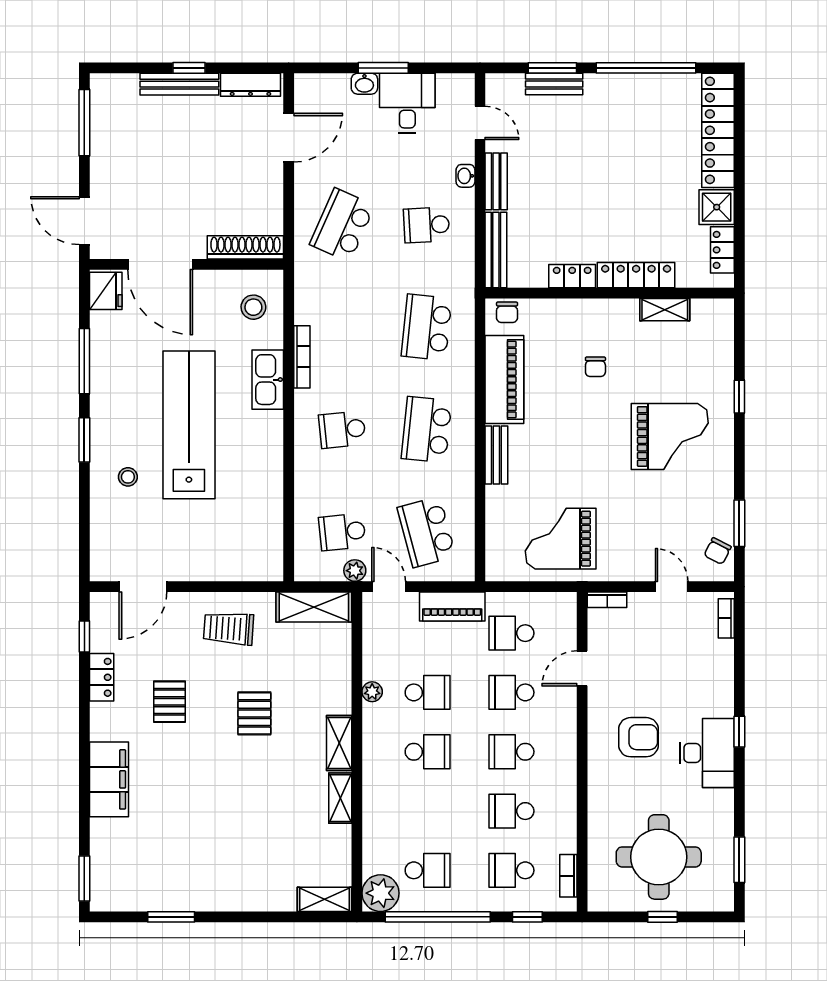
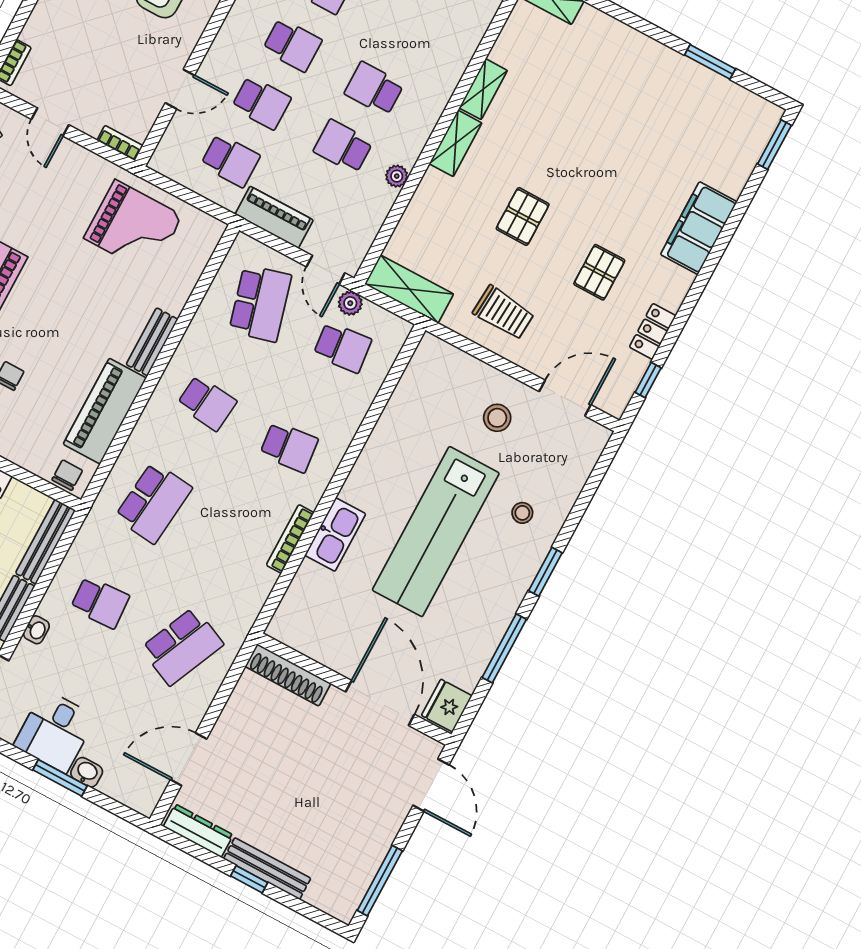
stool: (253, 307) -> (497, 418), moved
school desk: (427, 430) -> (207, 403), width x0.54

